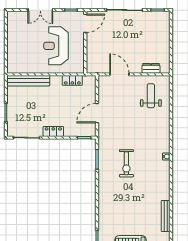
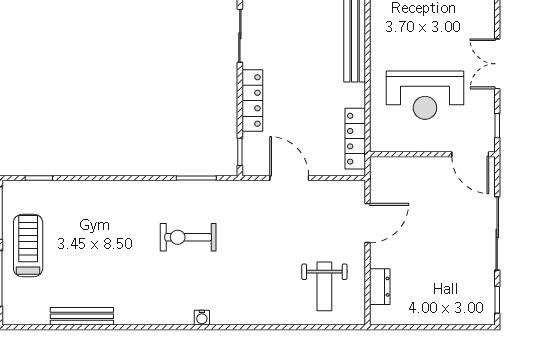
reception desk: (56, 46) -> (425, 95), turned 180
locker: (72, 80) -> (355, 139), width x1.53
weight bench: (151, 96) -> (324, 286), turned 90
locker: (53, 131) -> (252, 101), width x1.53

